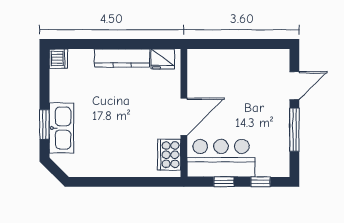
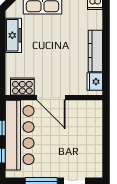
bar counter: (221, 158) -> (20, 135), width x1.36
freezer: (101, 166) -> (13, 35), added

